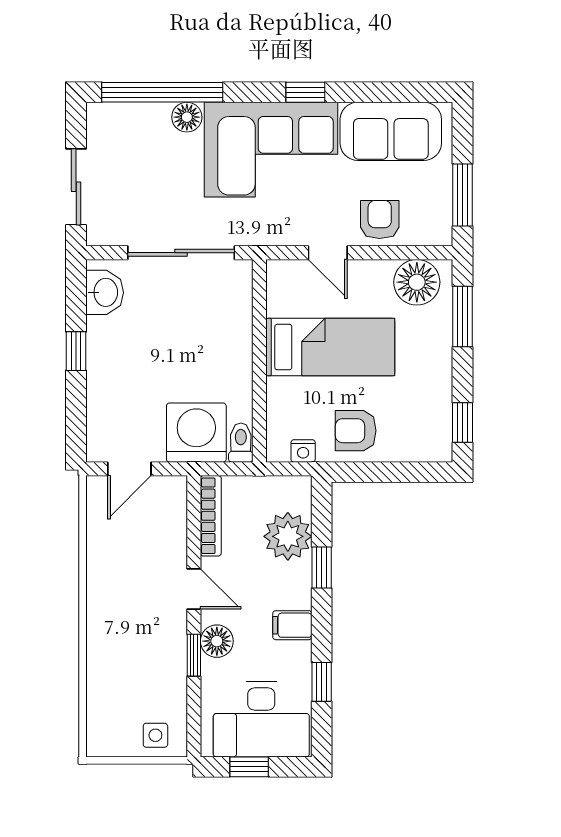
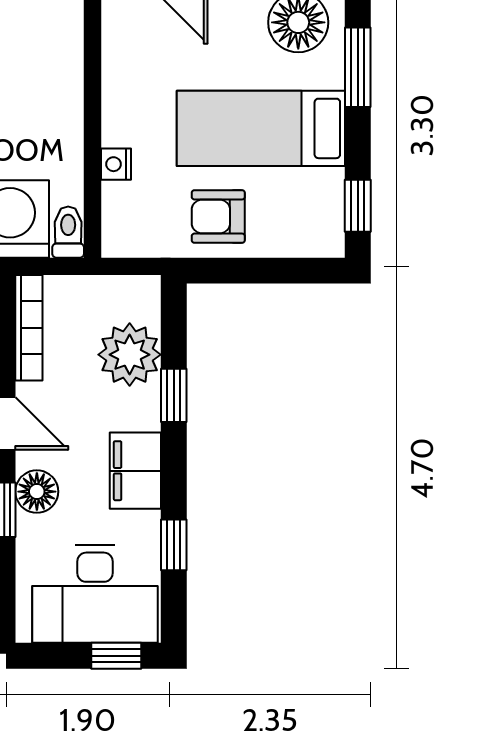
bed: (330, 347) -> (261, 128), moved, turned 180
nightstand: (303, 451) -> (116, 164), moved, turned 90
filing cabinet: (292, 625) -> (135, 471), width x2.00
window: (249, 767) -> (116, 656), moved

